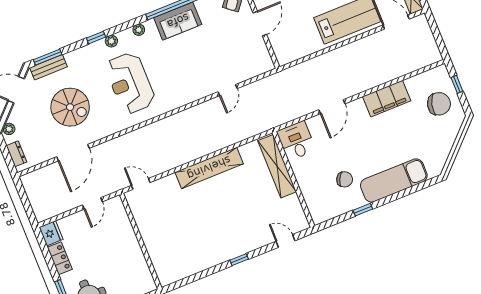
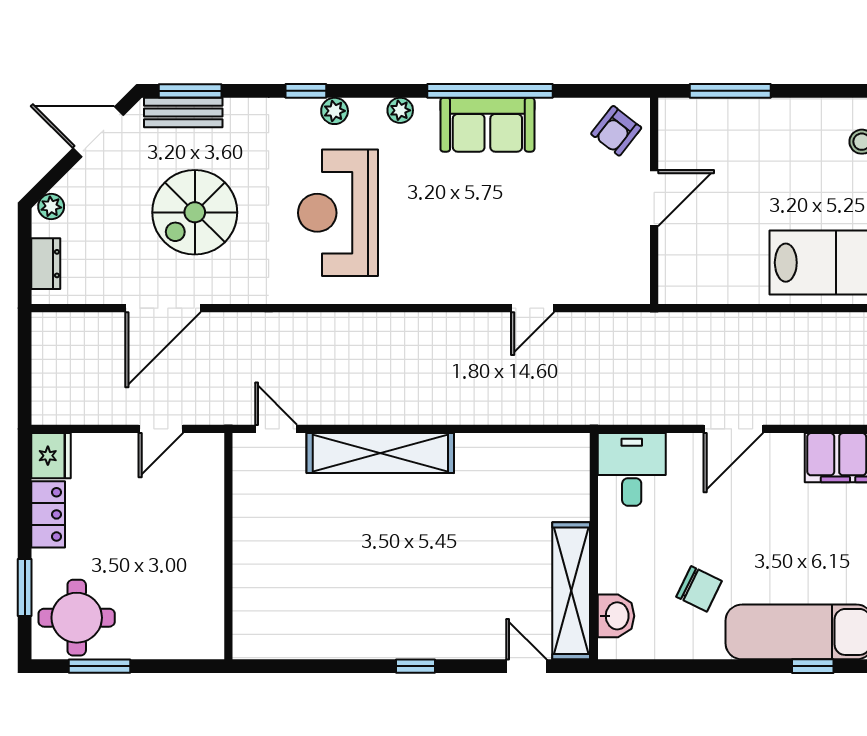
spiral stairs: (70, 107) -> (195, 212), turned 90
shelving: (277, 166) -> (571, 591), moved
shelving: (209, 168) -> (380, 453), moved
washbasin: (314, 205) -> (616, 616), added
window: (363, 210) -> (813, 666), moved

